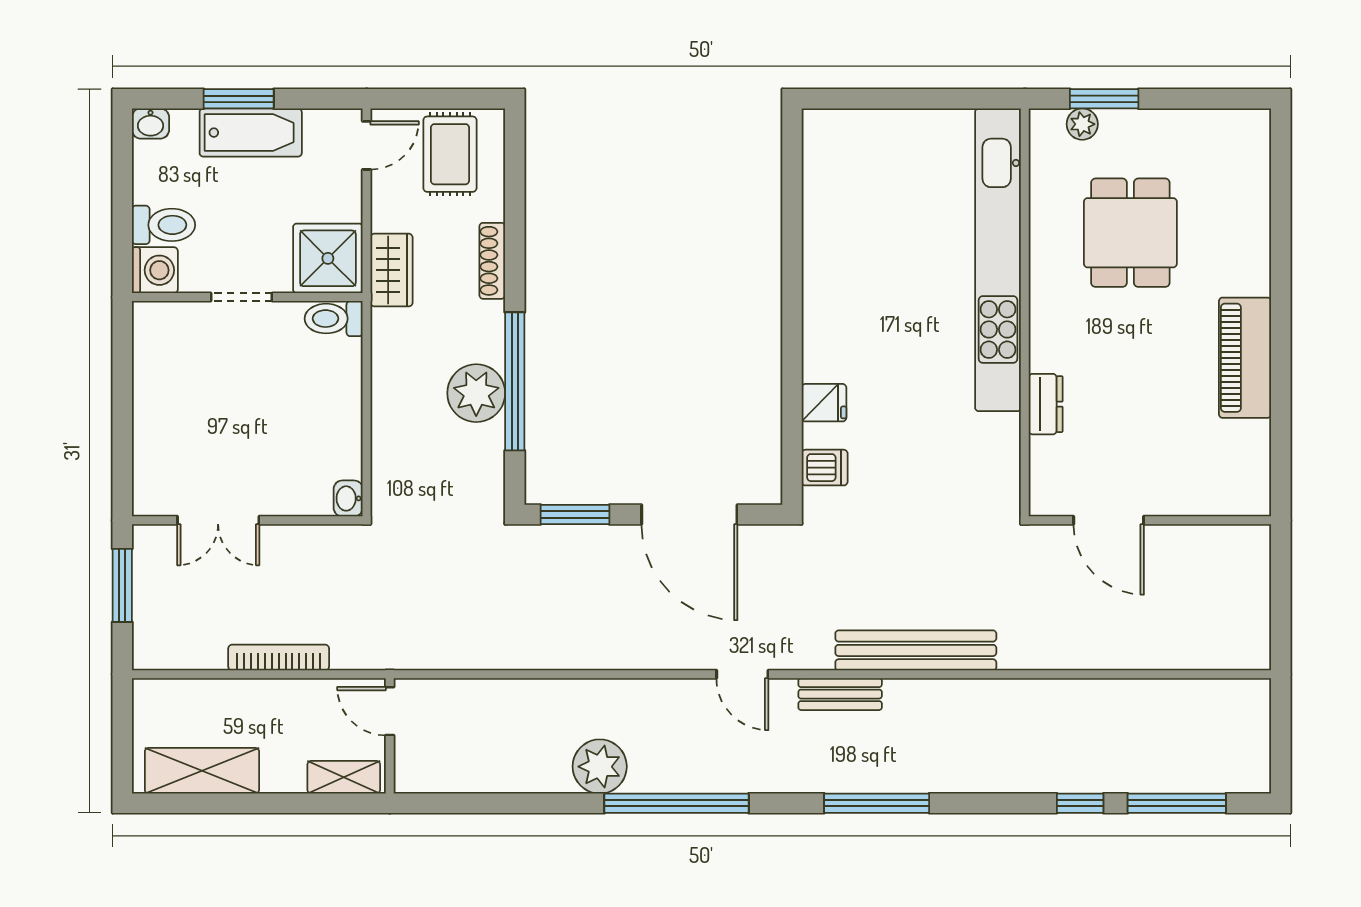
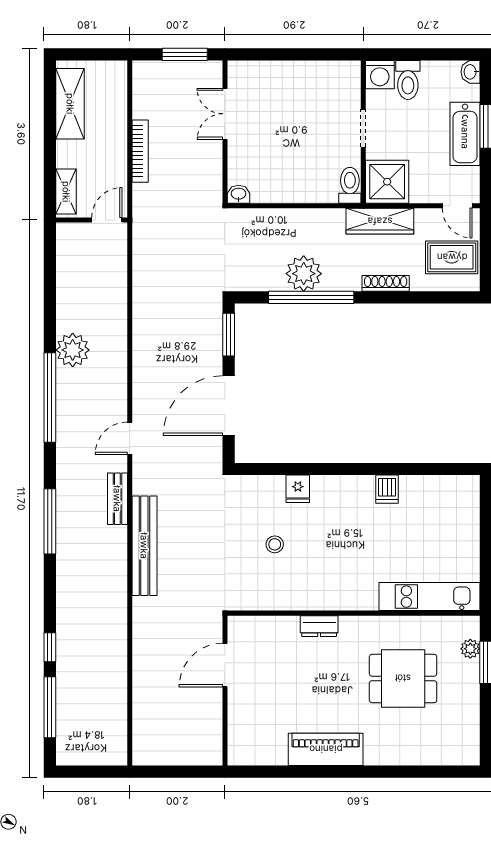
kitchen unit: (998, 260) -> (430, 597), width x0.54
wardrobe: (392, 270) -> (380, 221), width x1.50
dresser: (1046, 404) -> (319, 626), moved
stool: (914, 440) -> (275, 544), added
dishwasher: (825, 468) -> (387, 489), moved

